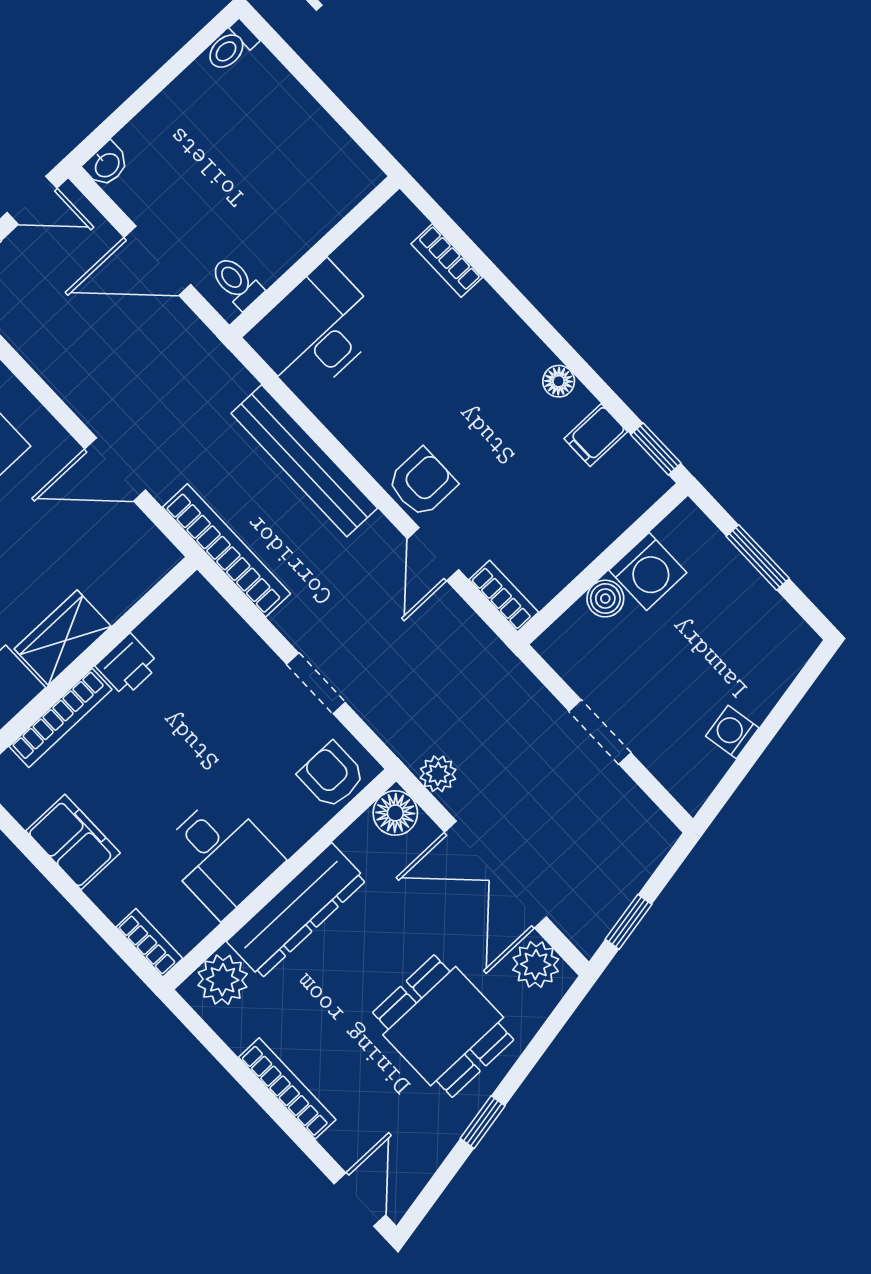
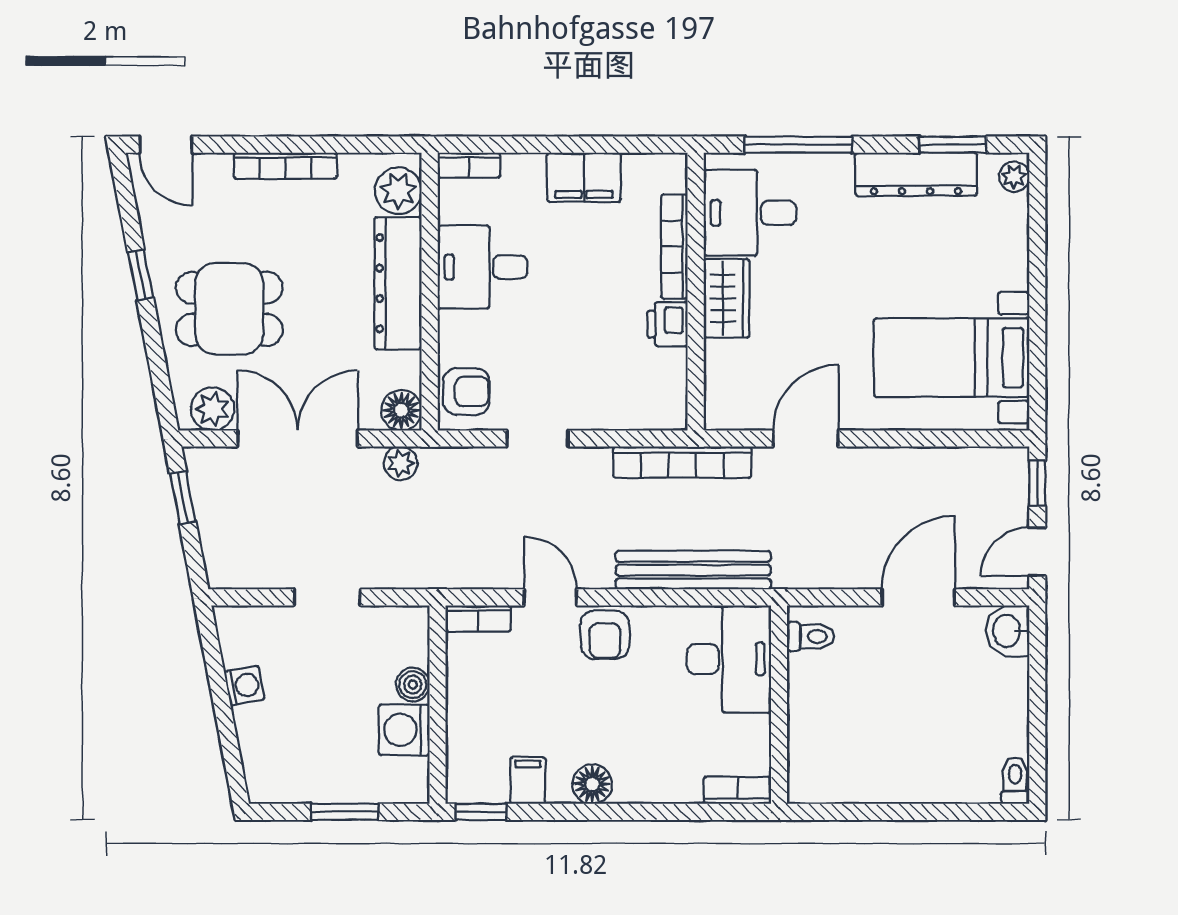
washbasin: (107, 165) -> (1008, 631), width x1.38, depth x1.45
wall: (314, 257) -> (779, 705), moved
toilet: (236, 283) -> (811, 636), moved
desk: (316, 331) -> (729, 659), moved
floor lamp: (559, 381) -> (592, 784), width x1.37, depth x1.37

